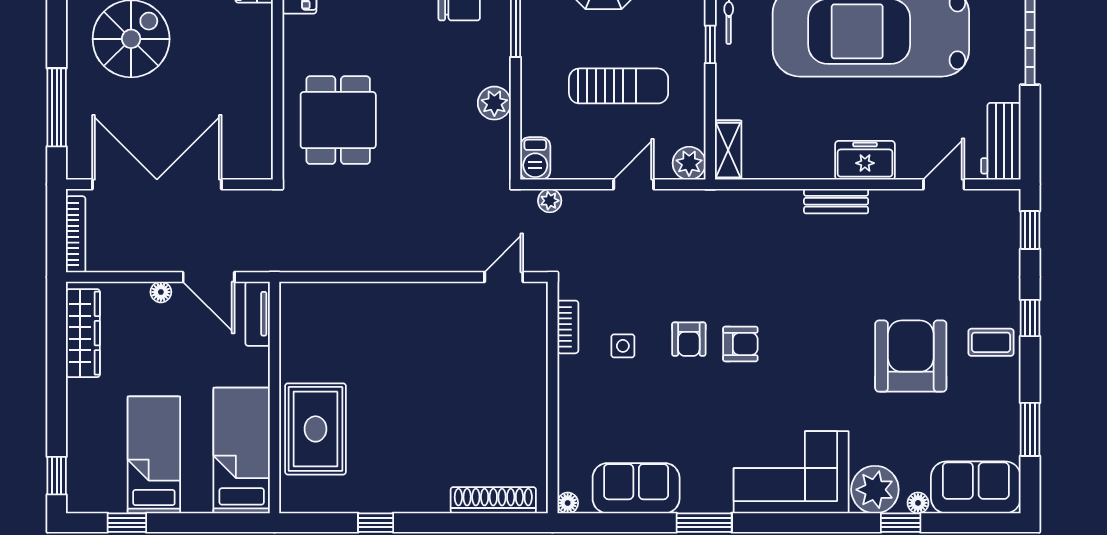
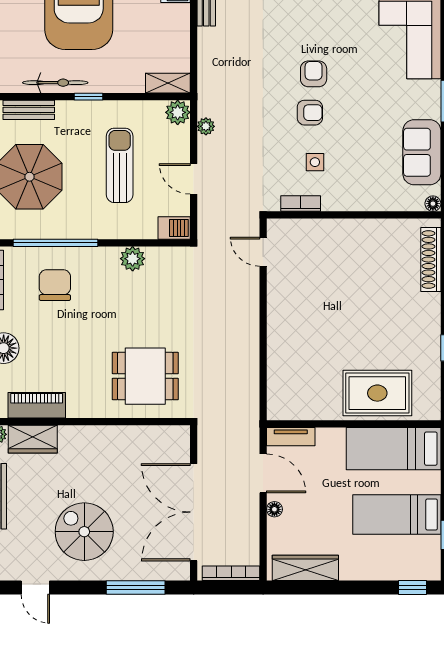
door: (634, 184) -> (194, 179), moved
plant: (550, 201) -> (206, 126), moved
door: (209, 277) -> (263, 473), hinge flipped

